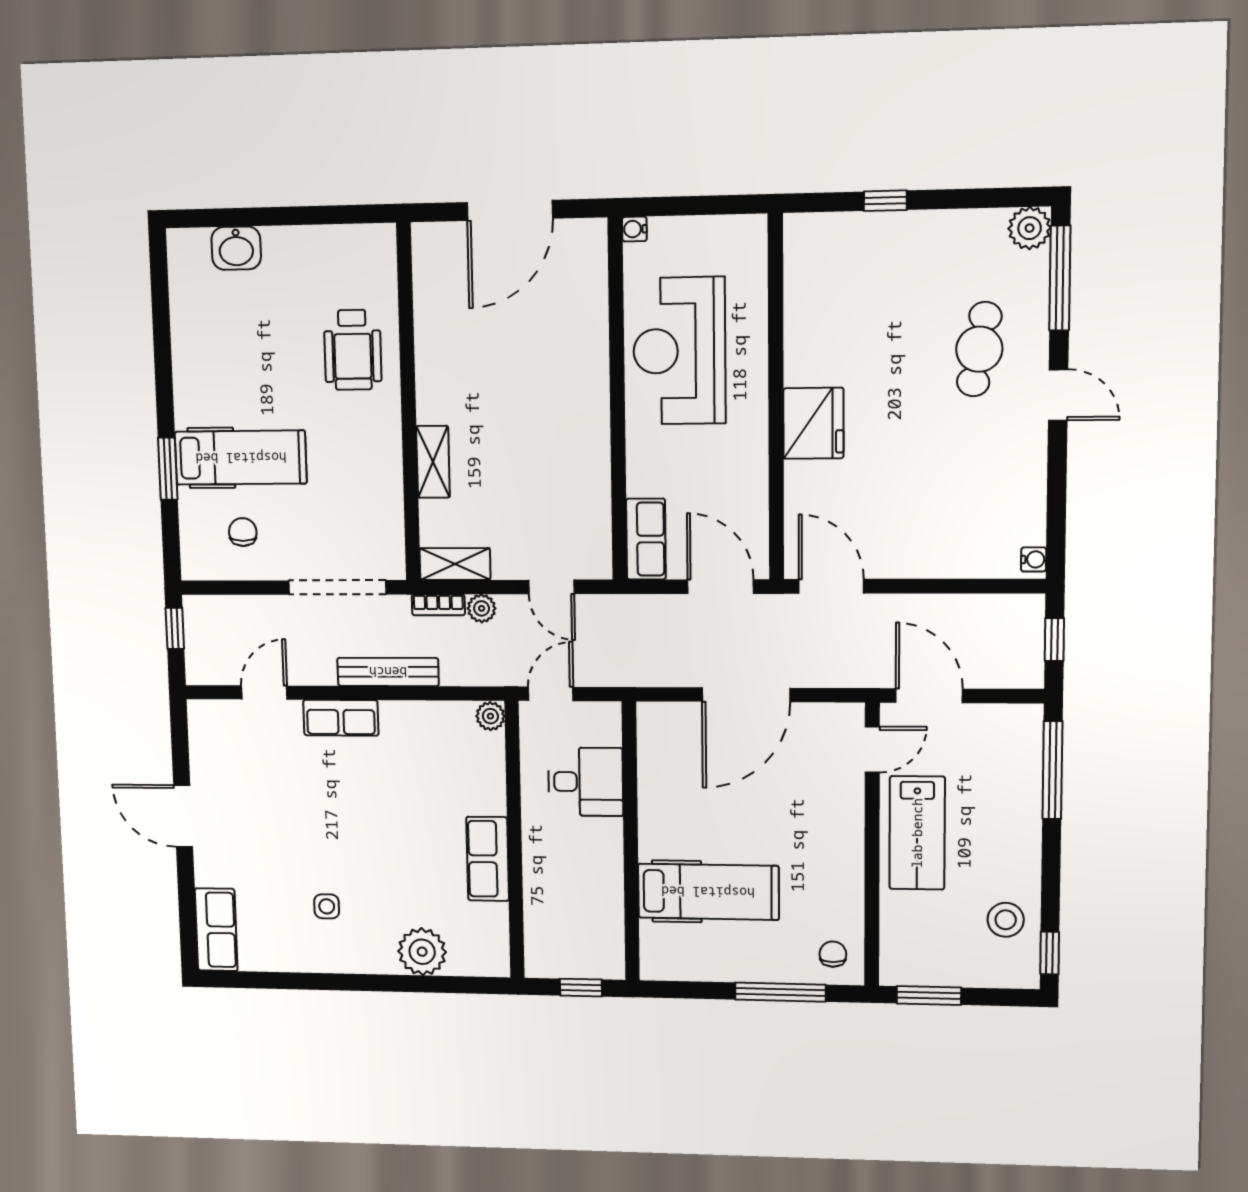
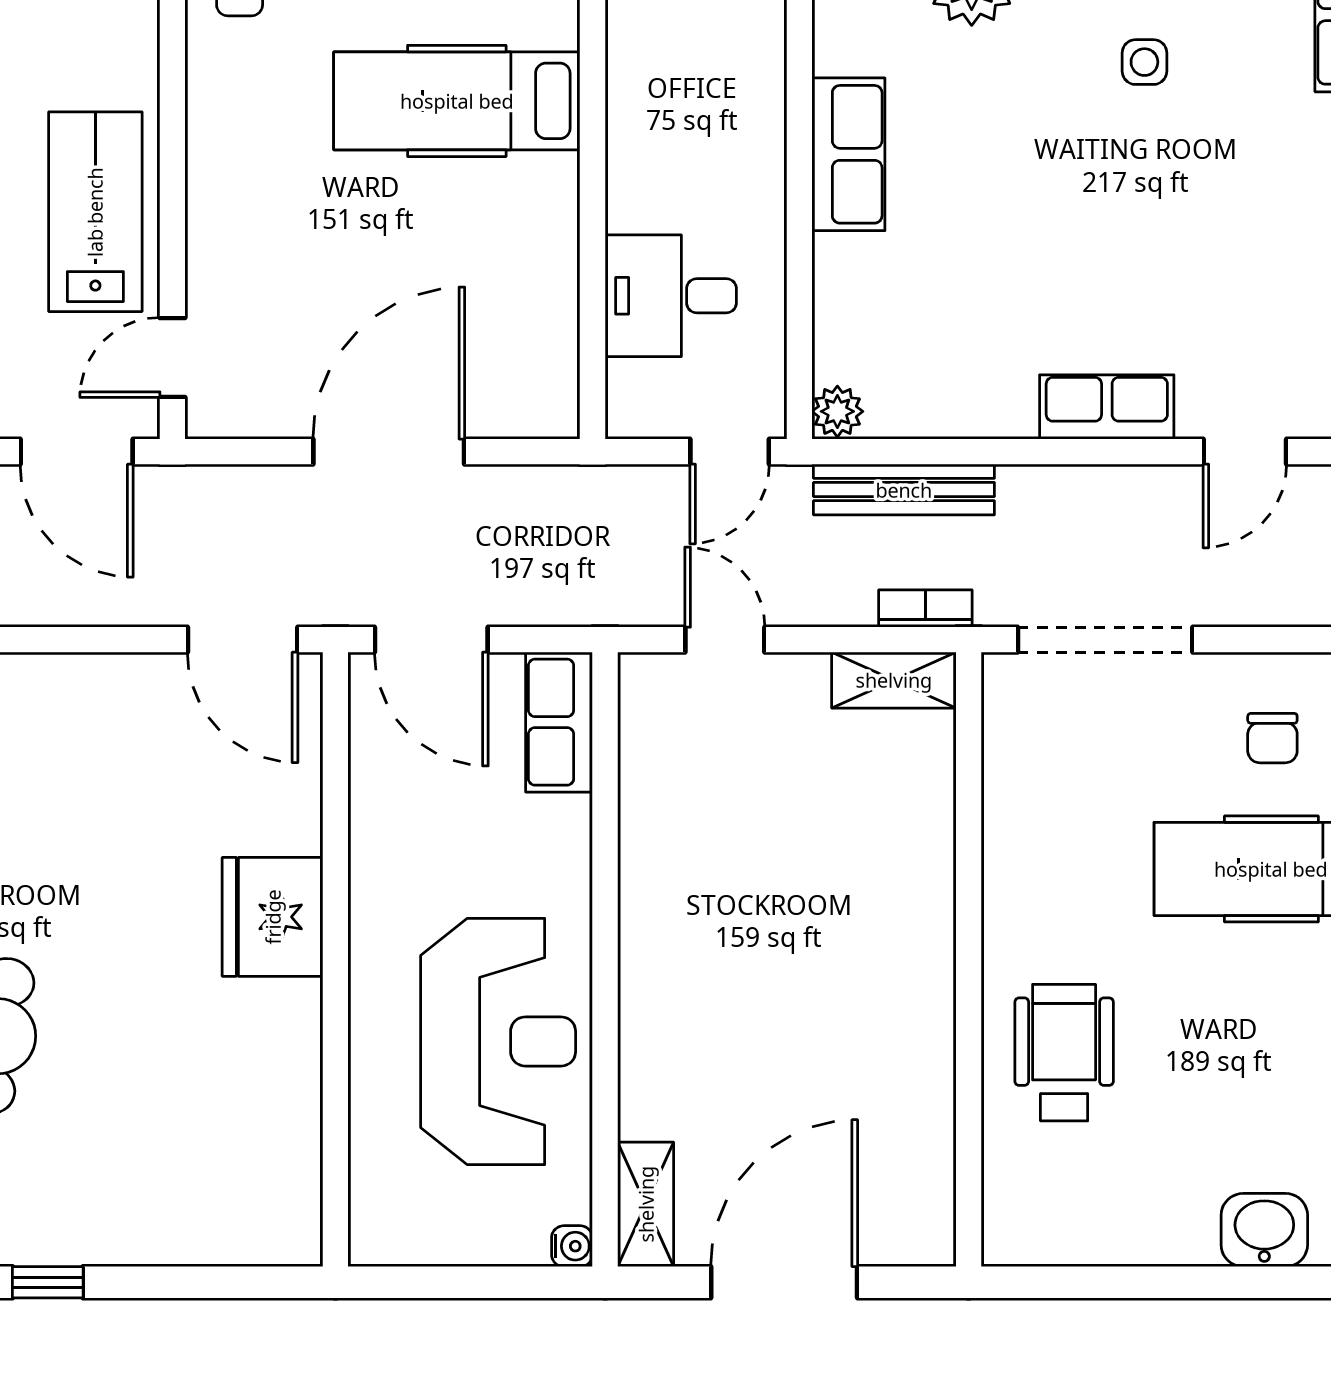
window: (885, 201) -> (48, 1282), moved
shelving: (433, 462) -> (646, 1204), moved
plant: (482, 608) -> (849, 602), removed
bench: (388, 672) -> (904, 490), moved

